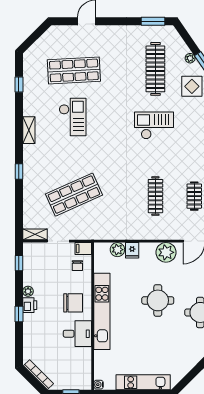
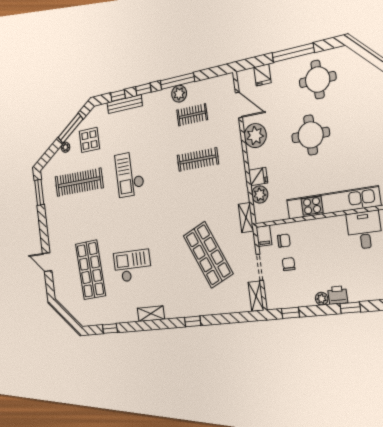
shelving: (100, 234) -> (246, 218), added
chair: (73, 303) -> (289, 264), moved, width x0.54, depth x0.54

